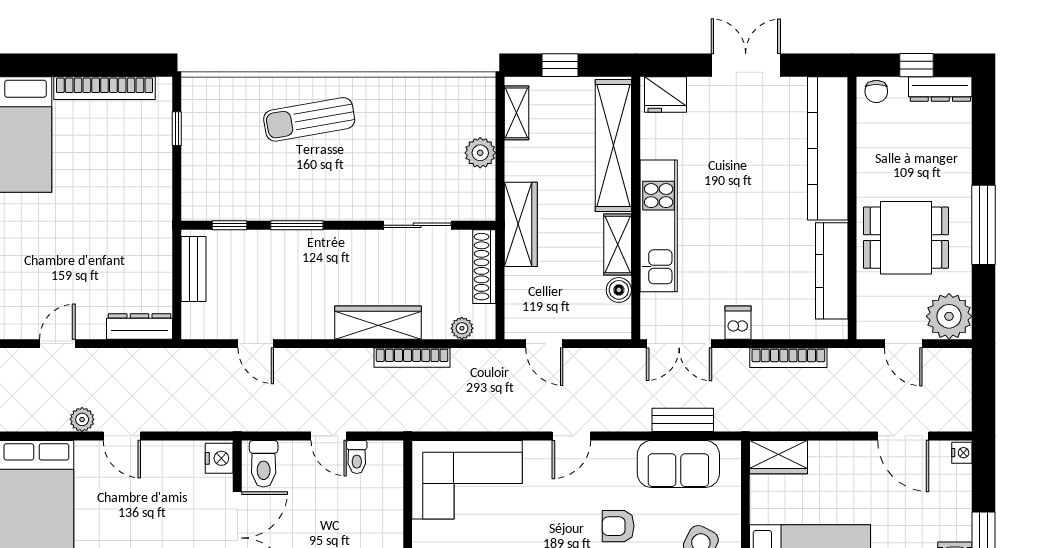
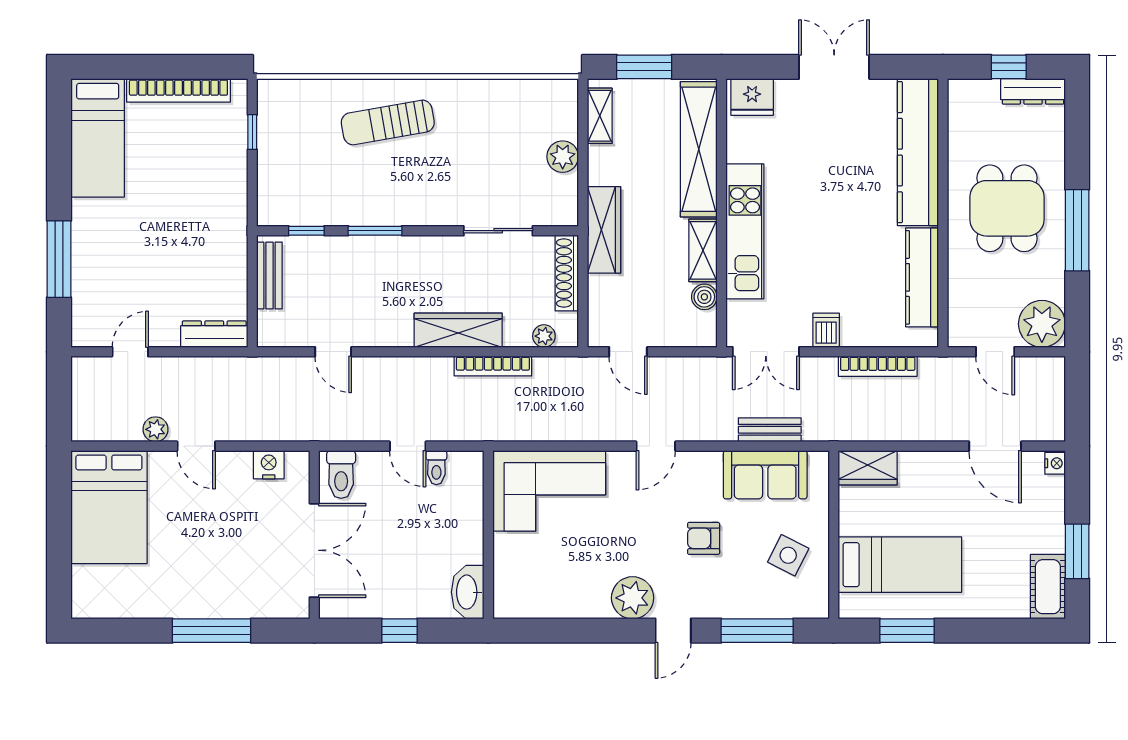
window: (560, 65) -> (644, 67), width x1.50
chair: (876, 91) -> (968, 94), removed
dining table: (906, 238) -> (1007, 208), moved, turned 90
nightstand: (219, 458) -> (269, 465), moved, turned -90

